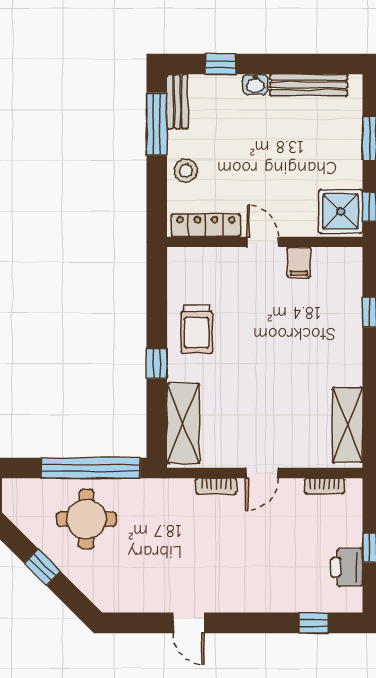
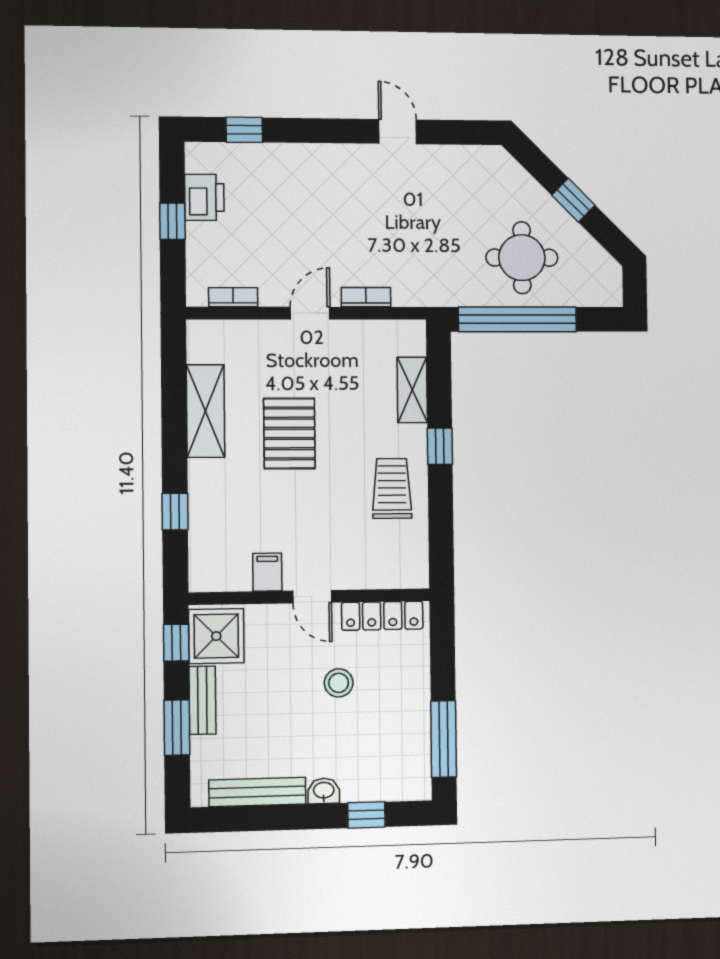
bench: (177, 102) -> (202, 700), moved
stool: (186, 171) -> (339, 683), moved
pallet: (280, 375) -> (289, 433), added
shelving: (183, 423) -> (412, 390), width x0.67, depth x0.75
shelving: (347, 425) -> (206, 411), moved

